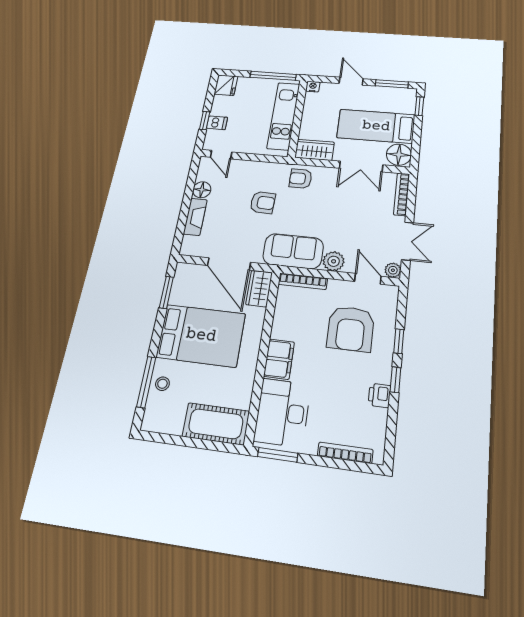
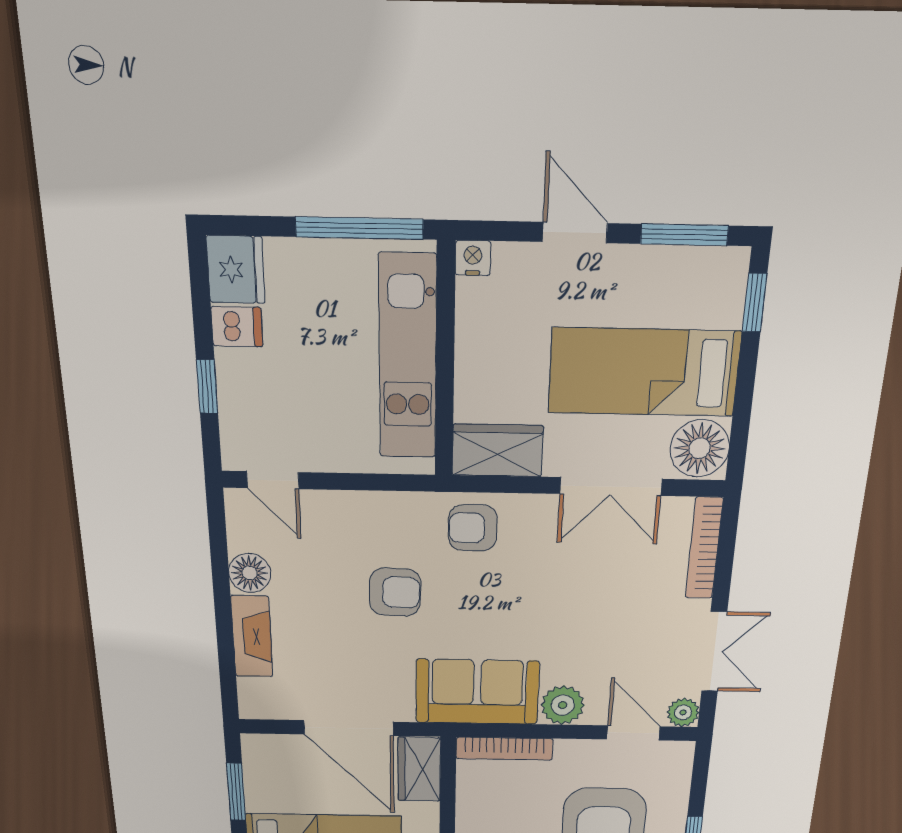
dishwasher: (217, 123) -> (237, 327), moved

